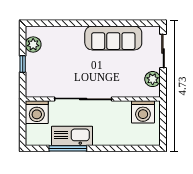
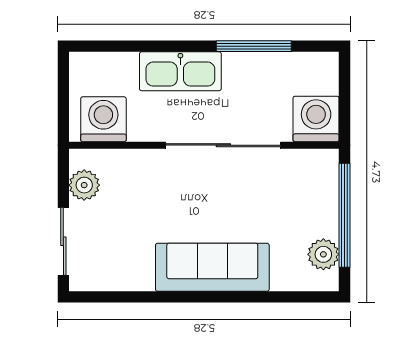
sofa: (113, 38) -> (212, 267), moved
window: (23, 64) -> (345, 215), width x3.17
kitchen sink: (72, 136) -> (180, 71), moved

